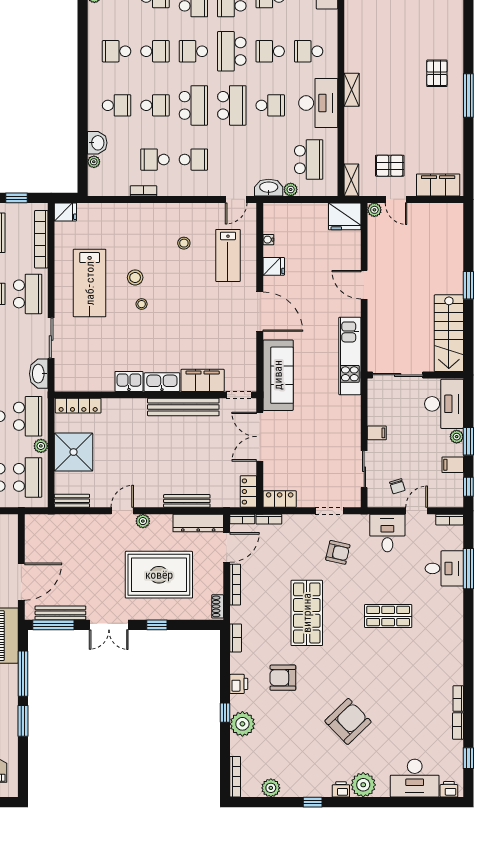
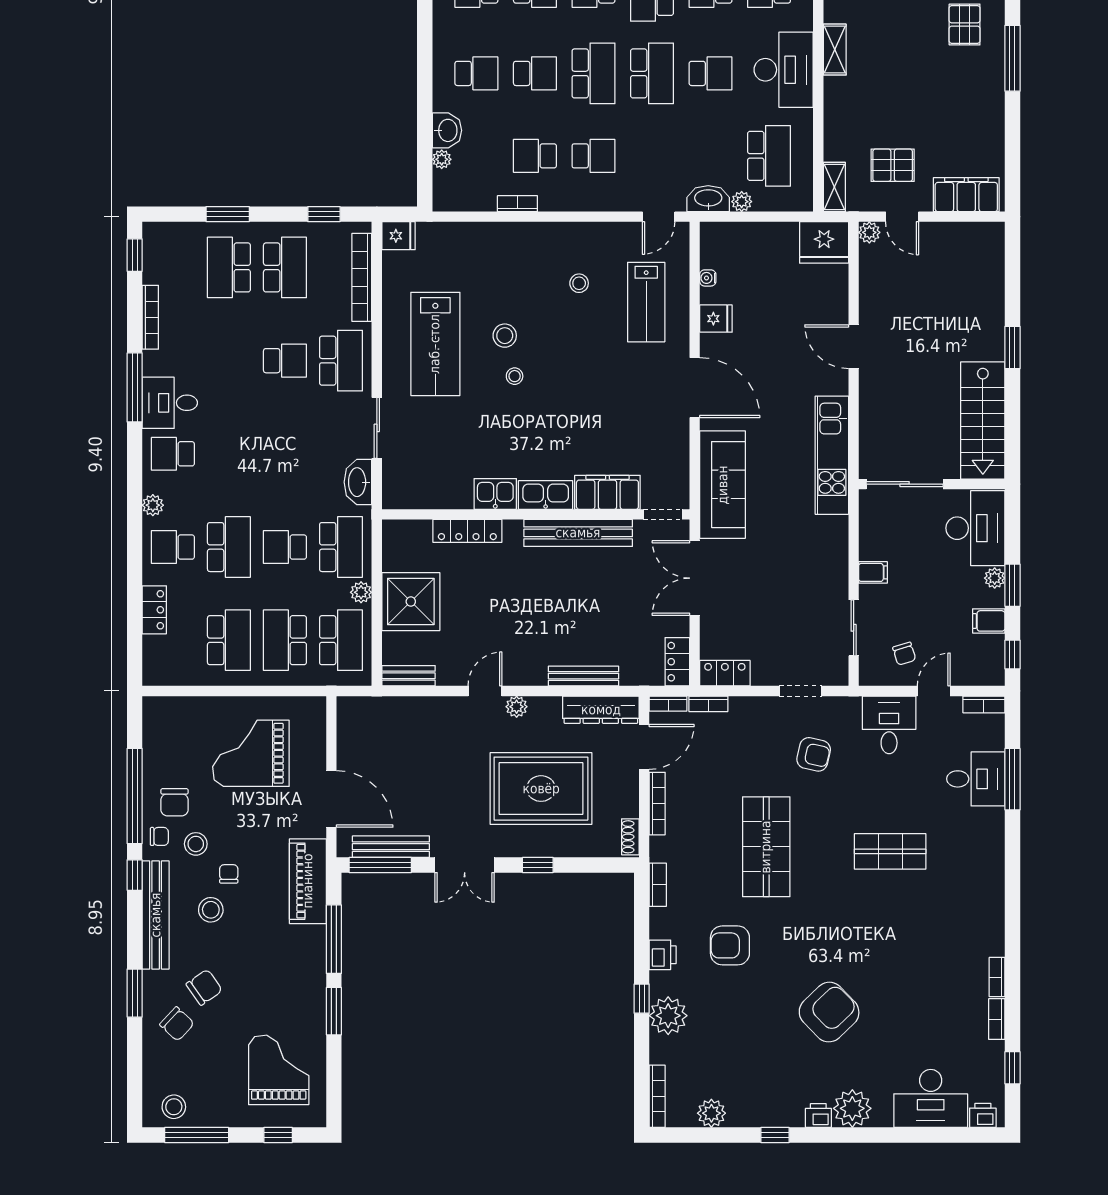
locker: (78, 406) -> (467, 531), moved
door: (21, 582) -> (331, 799), hinge flipped

